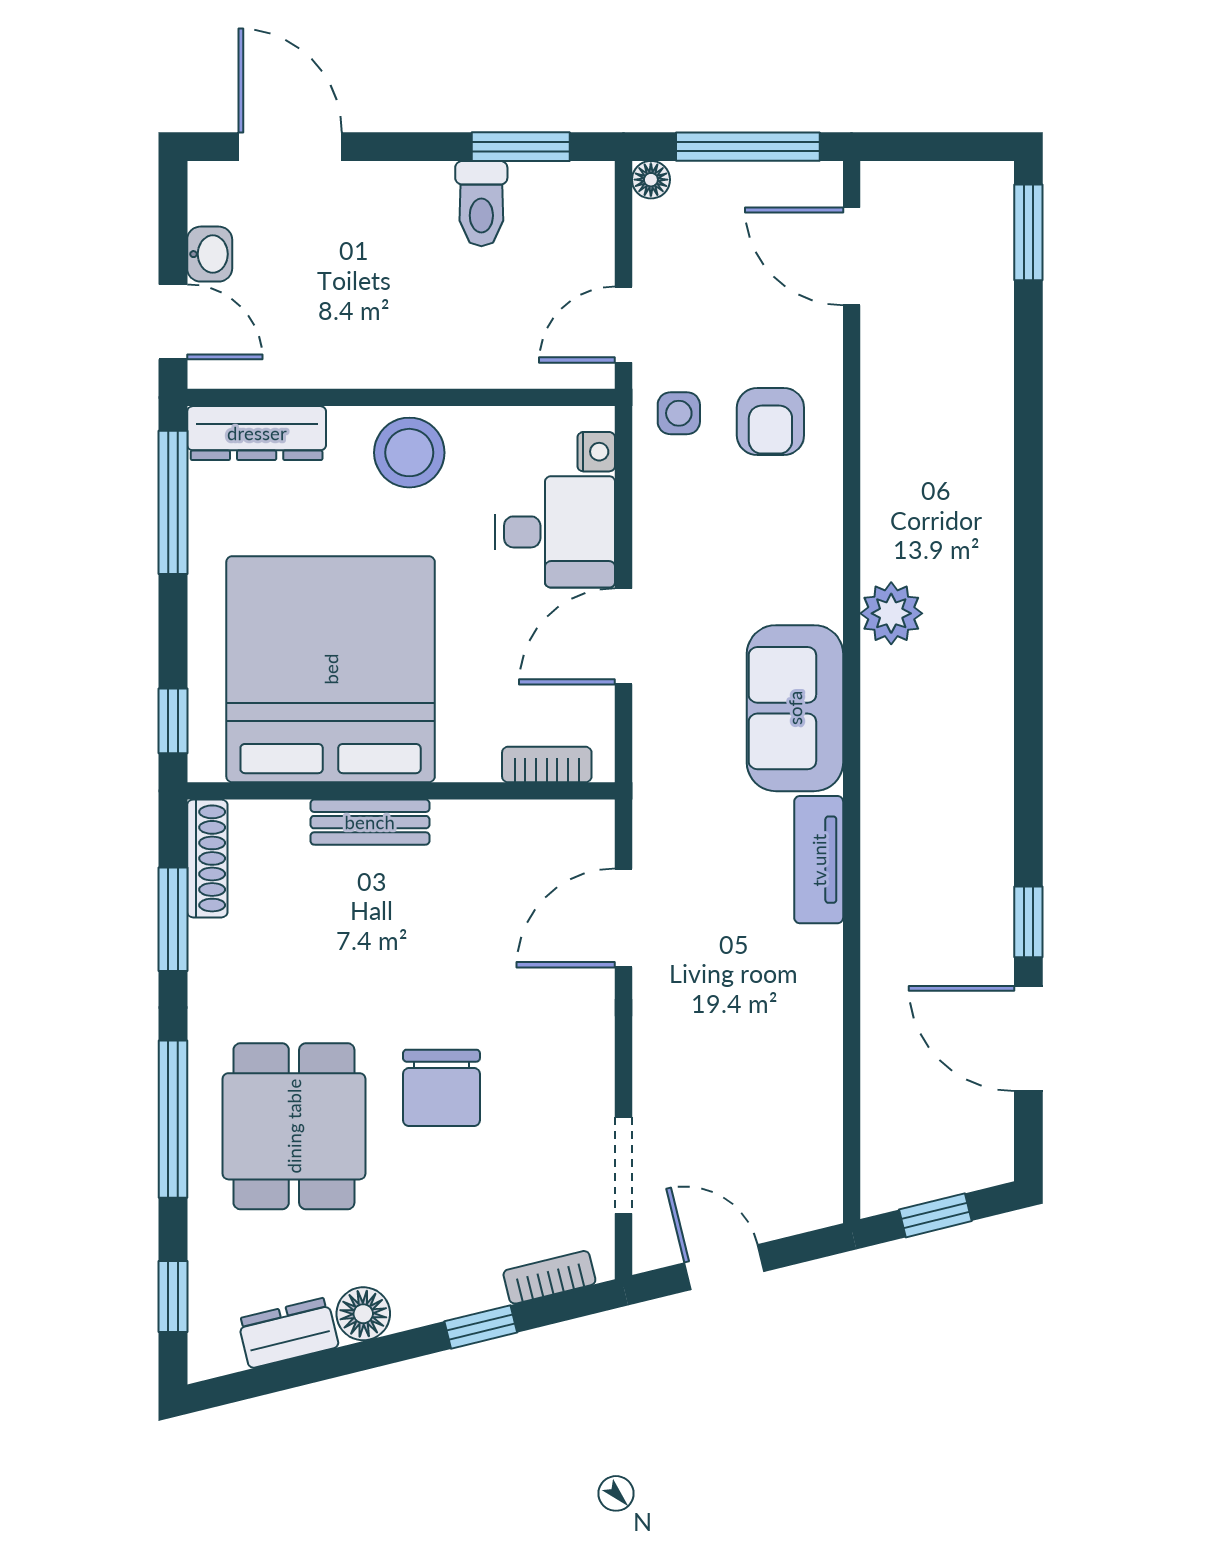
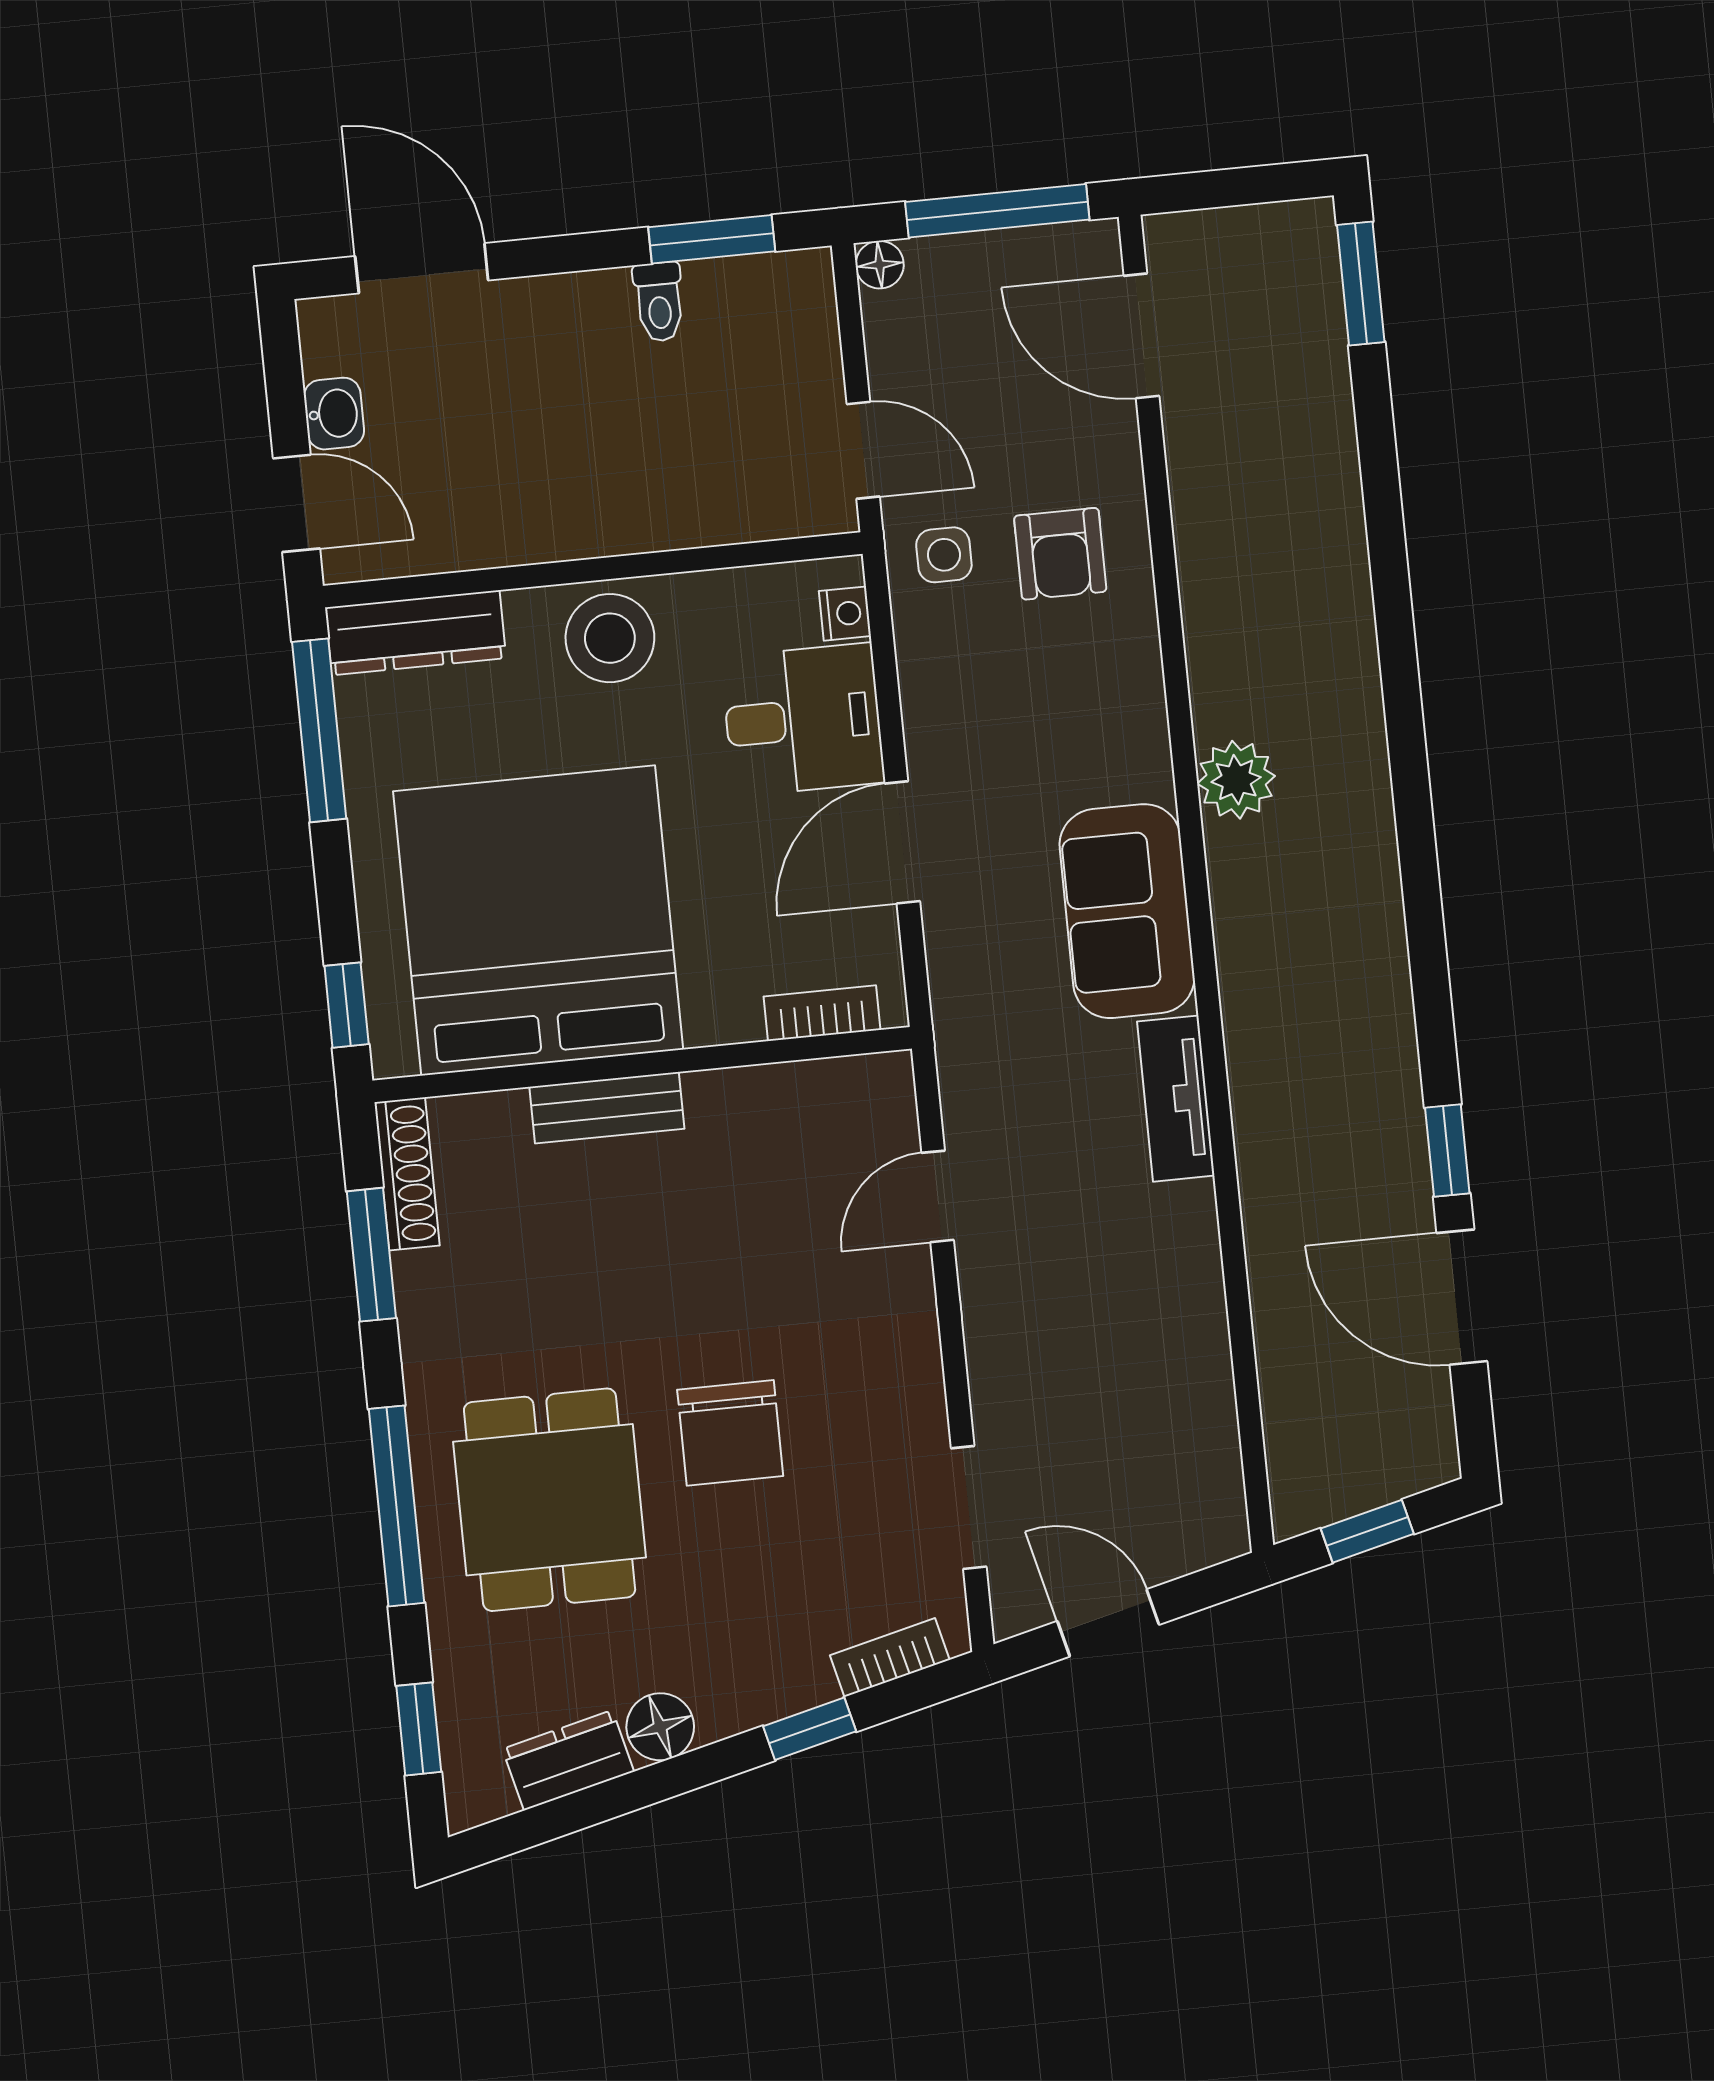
toilet: (481, 204) -> (659, 302), width x0.73, depth x0.72
door: (623, 325) -> (863, 450), swing flipped
door: (623, 918) -> (938, 1196), width x0.73

